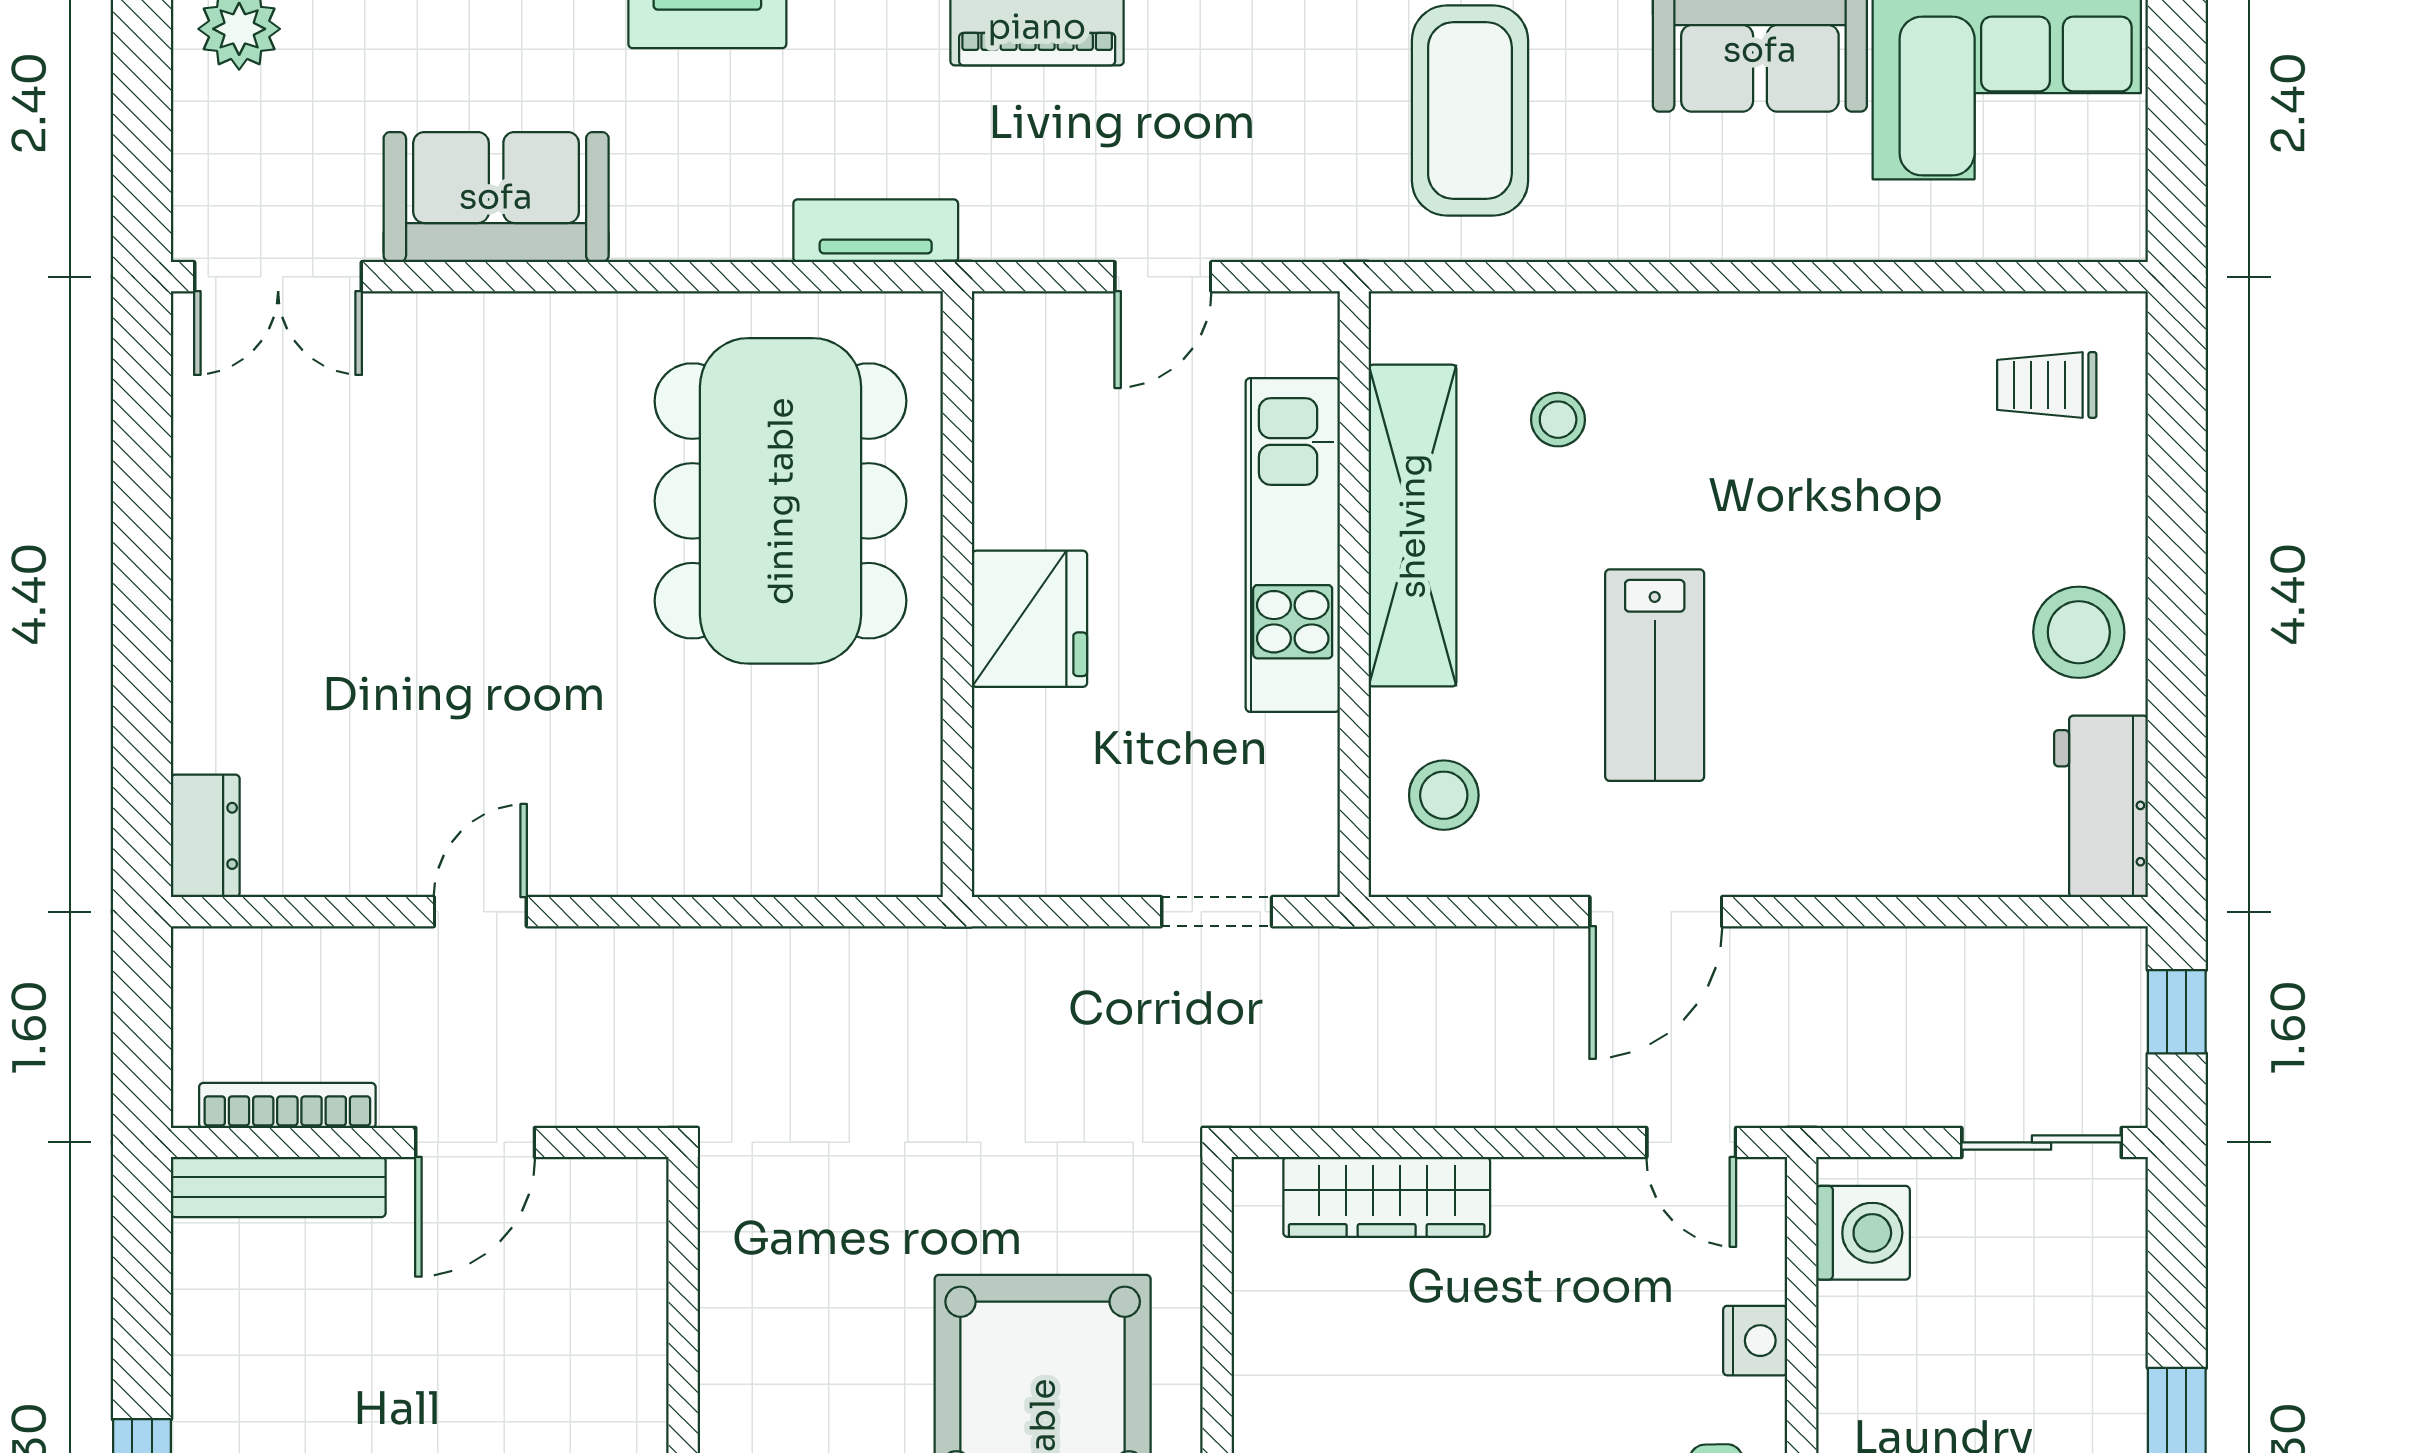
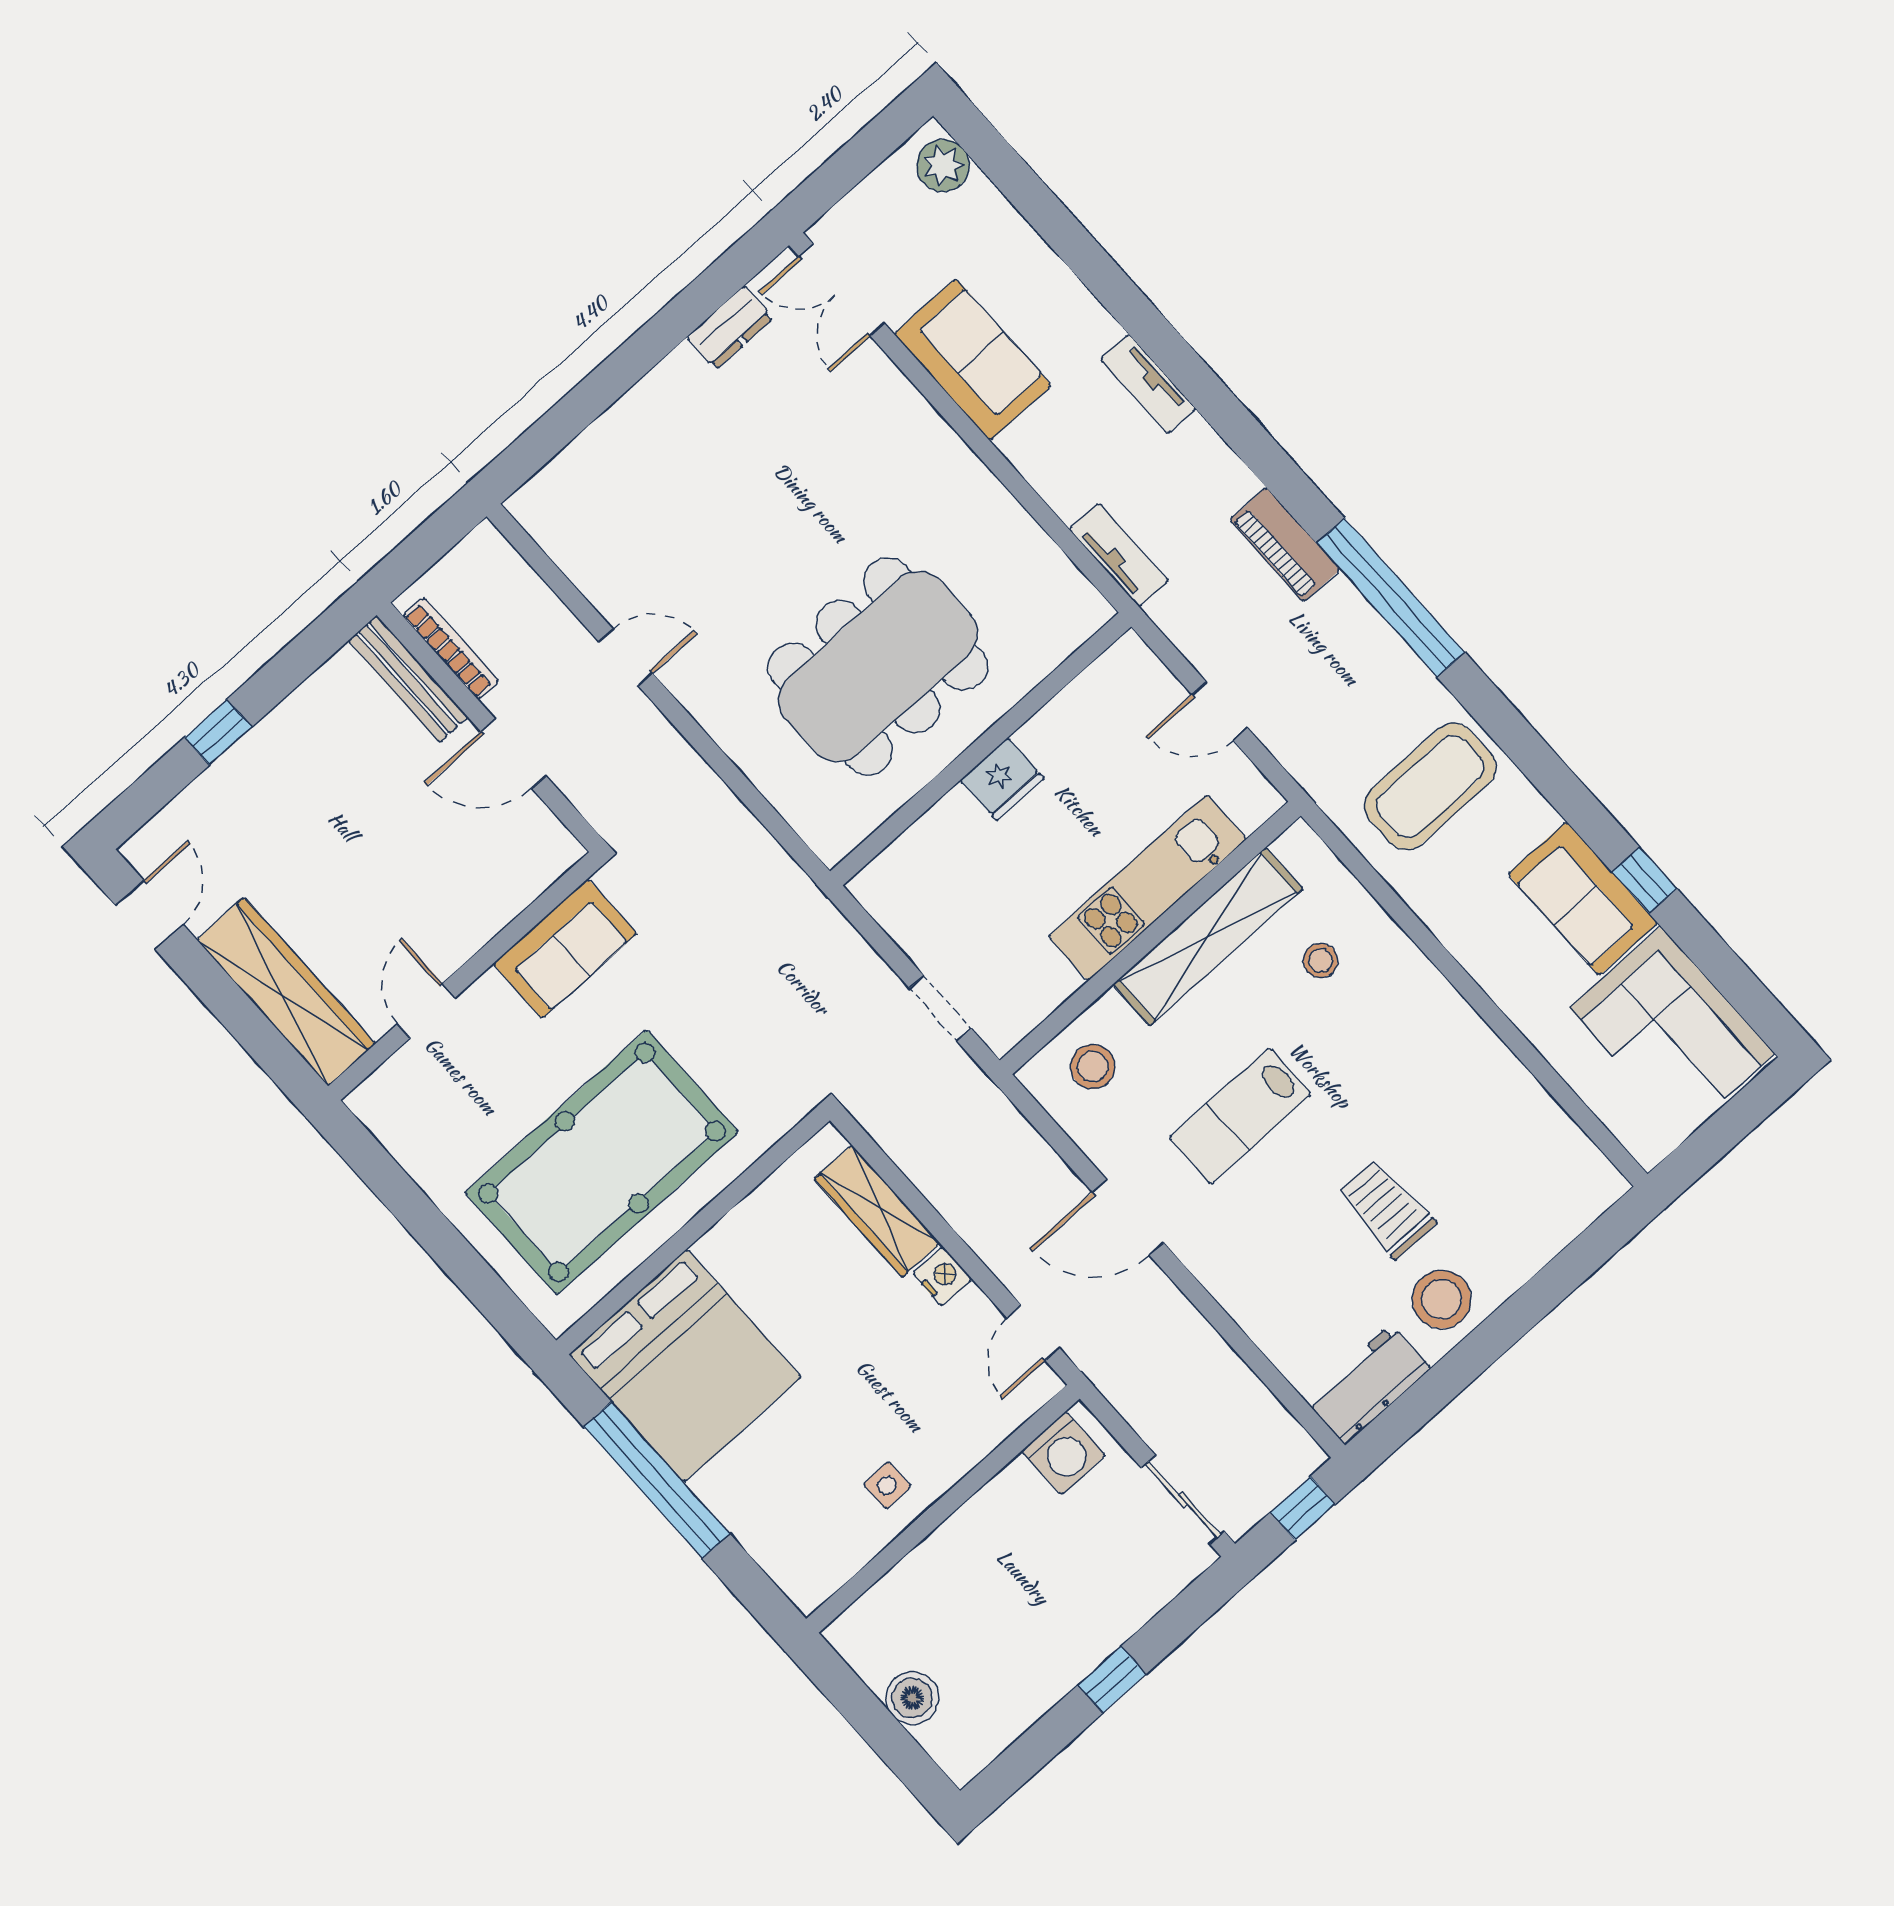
trolley: (2047, 385) -> (1387, 1209), moved, width x1.36, depth x1.39
dining table: (781, 501) -> (878, 667), moved
fridge: (1029, 619) -> (1002, 779), width x0.73, depth x0.75
dresser: (205, 836) -> (730, 328), moved
sofa: (755, 1286) -> (565, 949), added
nightstand: (1755, 1341) -> (942, 1276), moved, turned -90

